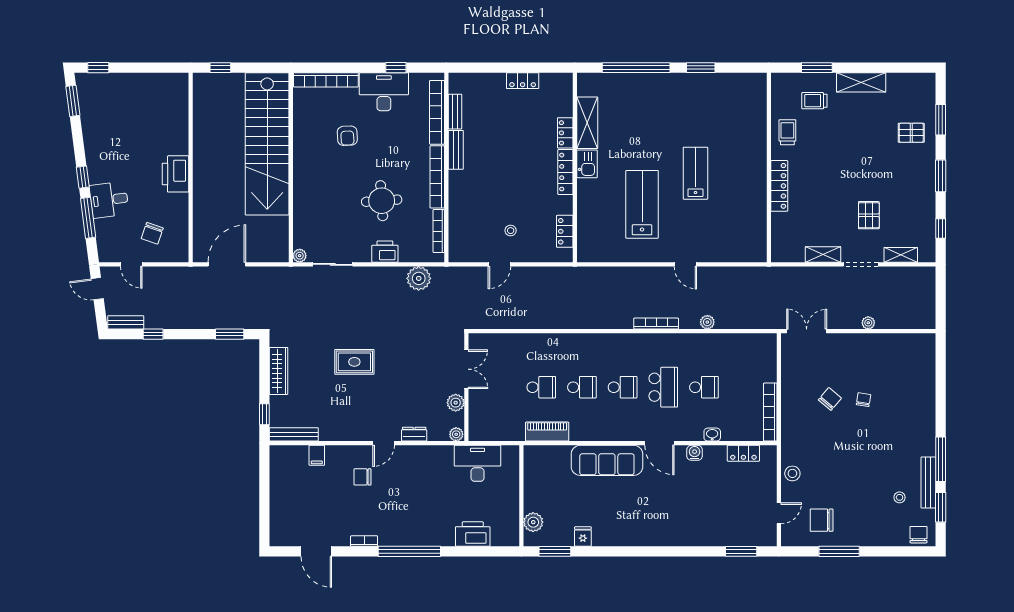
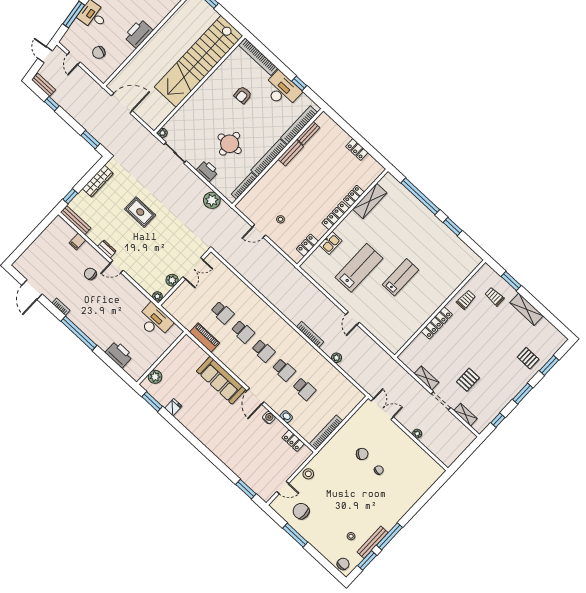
kitchen sink: (587, 164) -> (330, 243), moved
school desk: (663, 387) -> (284, 370), width x0.54
dresser: (414, 434) -> (107, 249), moved

